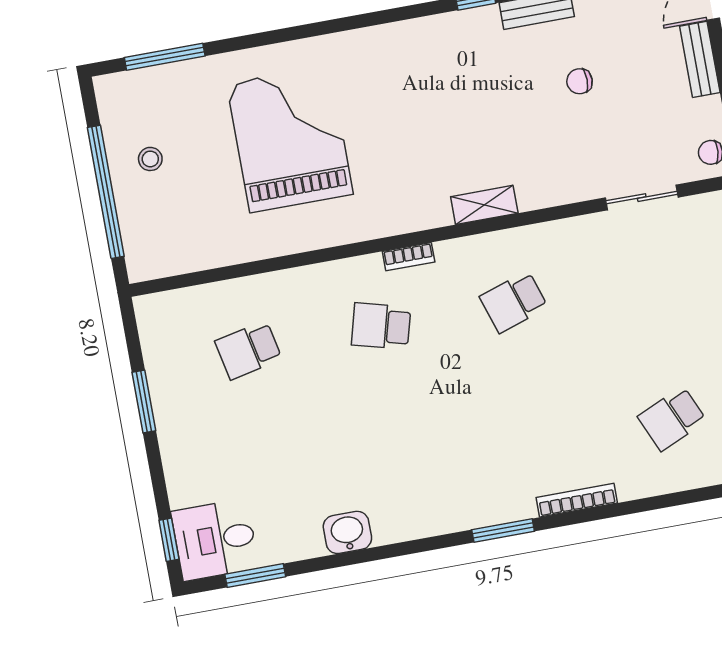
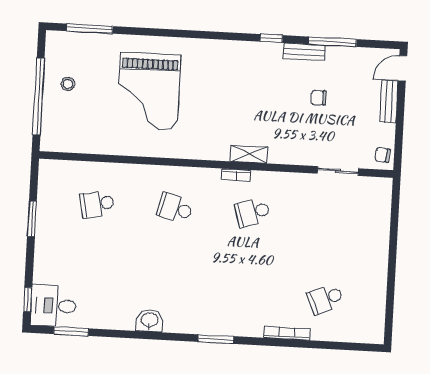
grand piano: (290, 139) -> (149, 91), turned 180
bookcase: (409, 257) -> (236, 175), moved
bookcase: (577, 500) -> (287, 333), moved
washbasin: (347, 532) -> (150, 320), moved

